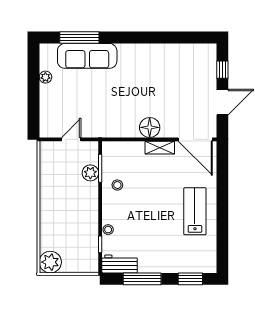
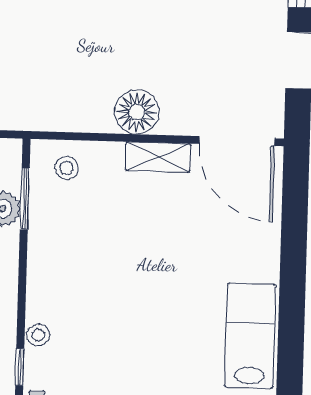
stool: (117, 185) -> (66, 168), moved
lab bench: (195, 211) -> (250, 336), moved

